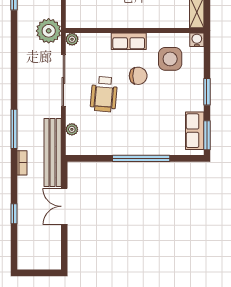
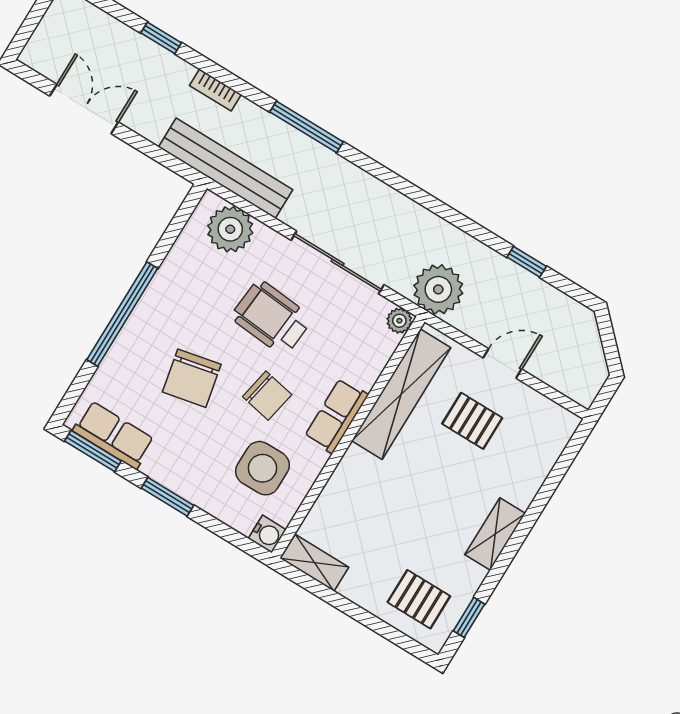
shelving: (103, 19) -> (401, 394), added
chair: (138, 76) -> (267, 396), turned -79
chair: (150, 112) -> (192, 378), added
plant: (72, 129) -> (230, 229), width x1.87, depth x1.87
bookcase: (22, 163) -> (215, 90), moved
double door: (64, 206) -> (84, 109), moved

